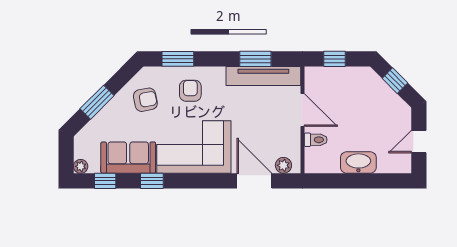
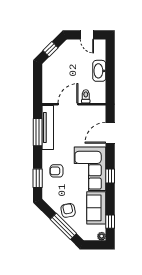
window: (255, 59) -> (38, 132), width x1.44
window: (334, 59) -> (38, 85), removed
armchair: (145, 100) -> (68, 210), moved
window: (97, 102) -> (63, 226), width x1.44
plant: (283, 165) -> (101, 115), removed
window: (152, 181) -> (110, 176), moved

